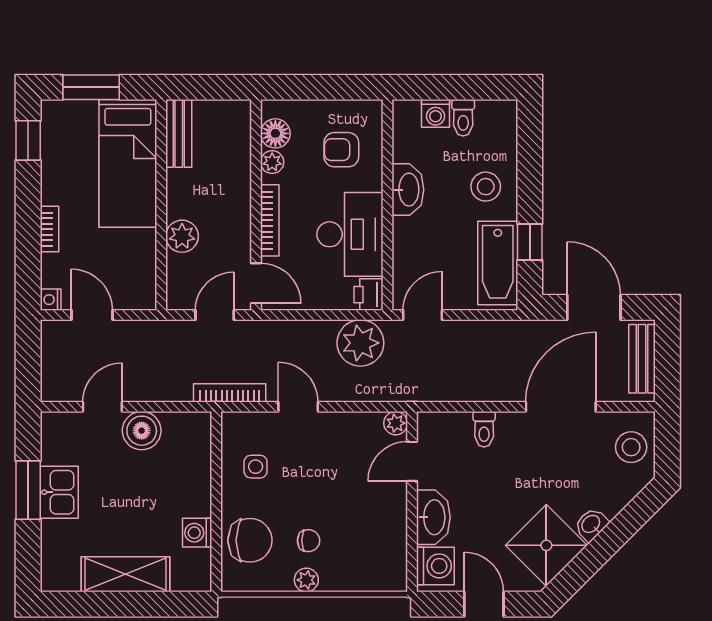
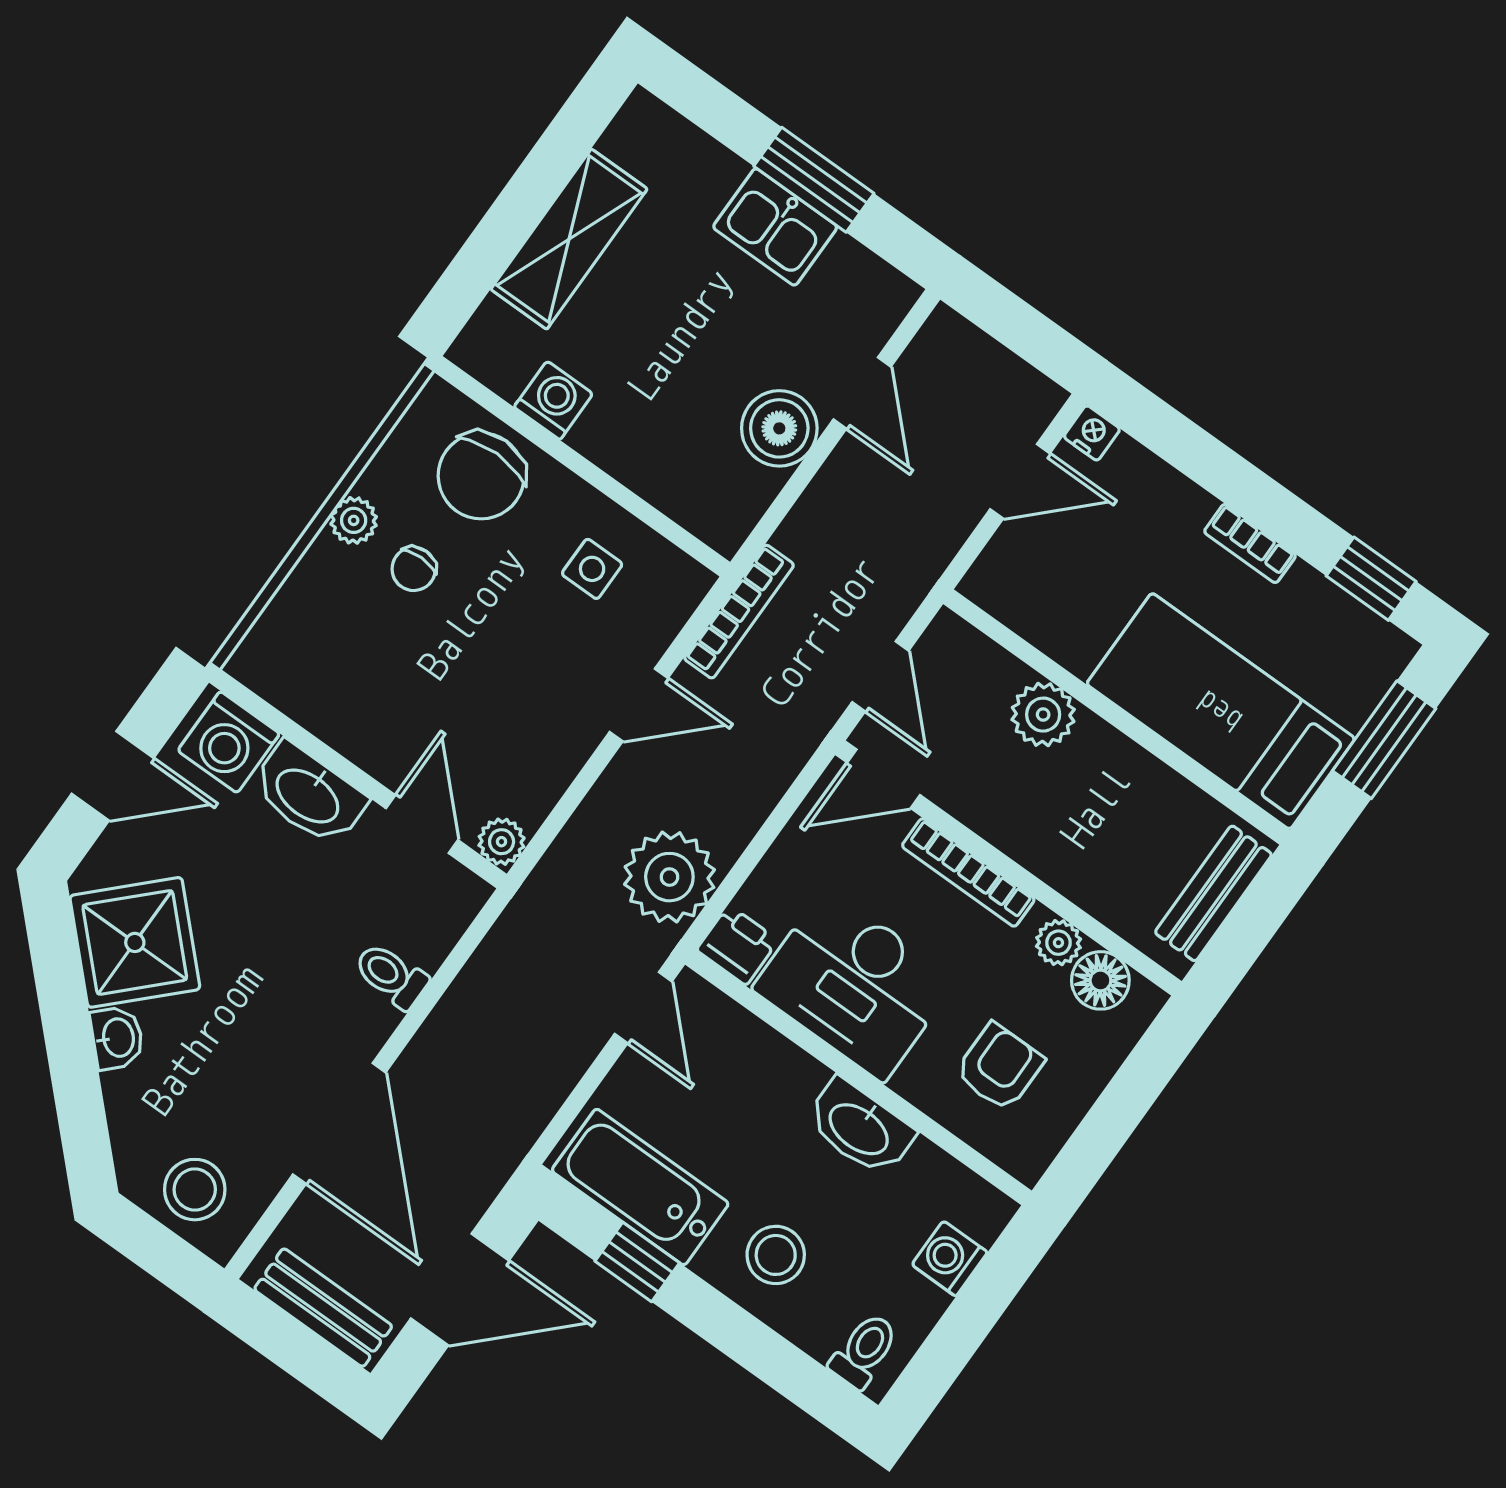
toilet: (463, 118) -> (864, 1351), moved, turned 90
bench: (179, 133) -> (1213, 893), moved, turned 90
bookcase: (50, 229) -> (1250, 544), moved

